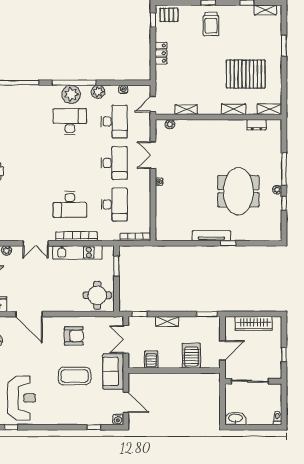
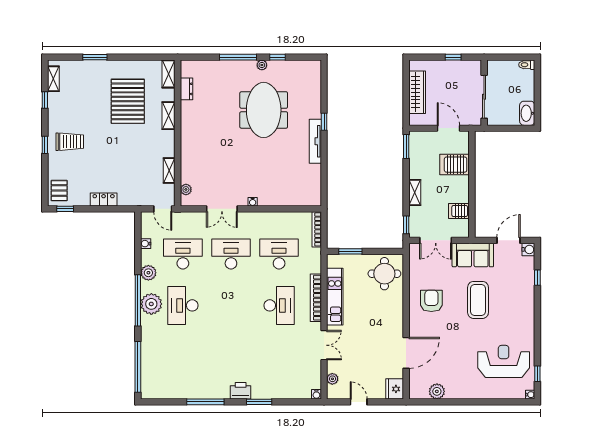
meeting table: (238, 191) -> (264, 110), turned 90

